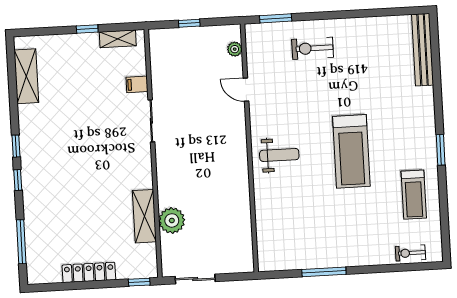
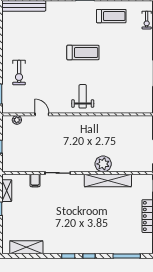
door: (246, 90) -> (42, 114), swing flipped
treadmill: (351, 151) -> (83, 52), width x0.73, depth x0.73
shelving: (144, 216) -> (108, 180), width x1.47
plant: (172, 220) -> (103, 164), moved

